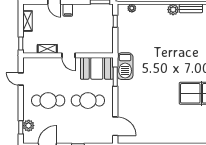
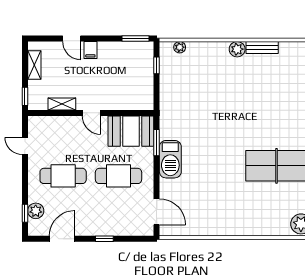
barbecue: (125, 66) -> (170, 159), moved

